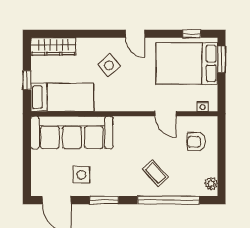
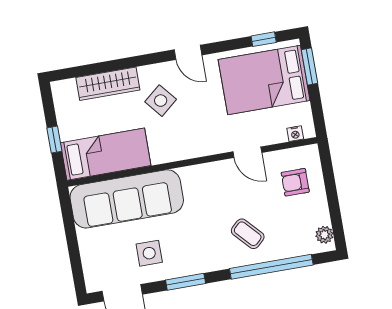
wardrobe: (53, 46) -> (108, 84), moved

